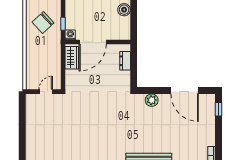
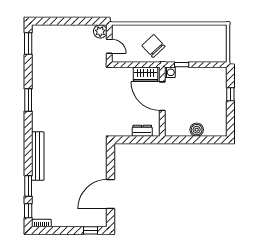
chair: (43, 23) -> (153, 46), moved
plant: (152, 100) -> (100, 31), moved

